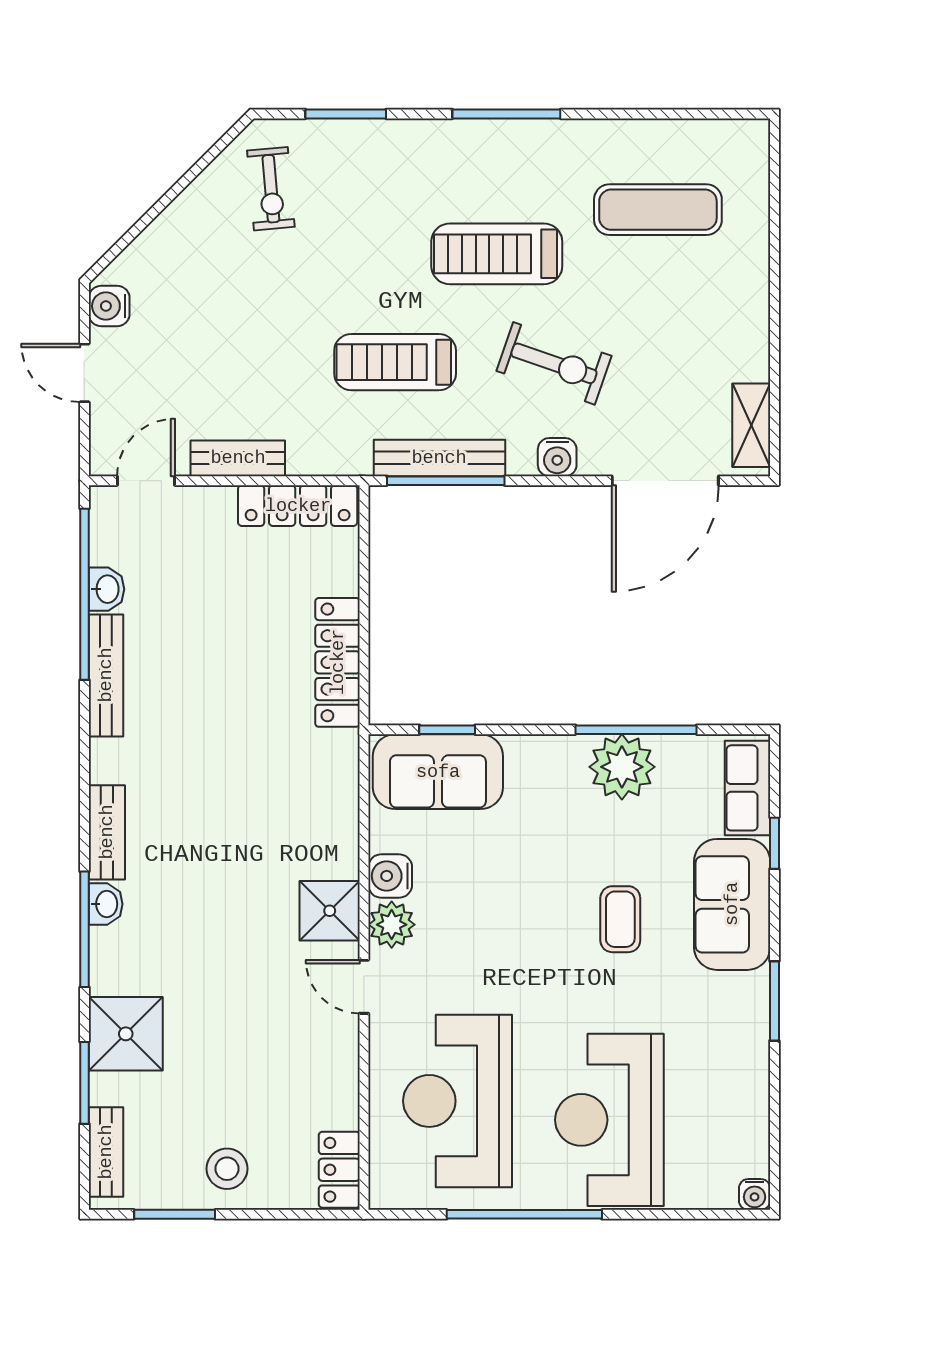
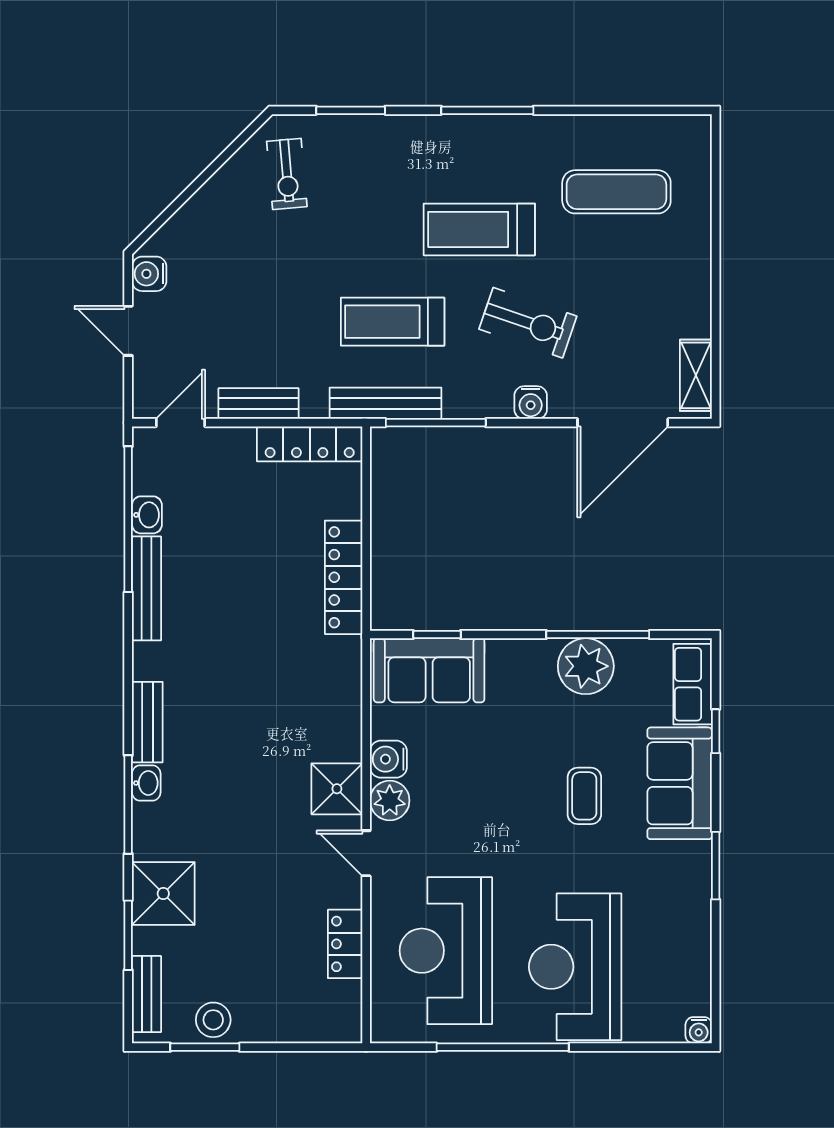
bench: (439, 458) -> (385, 403), moved
stool: (227, 1169) -> (213, 1020), moved
locker: (339, 1170) -> (345, 944), moved

